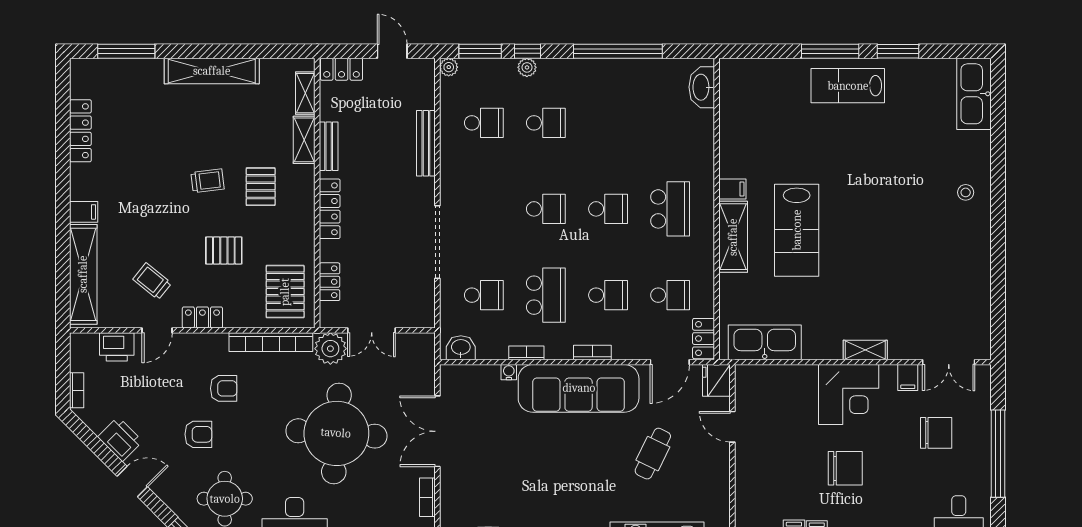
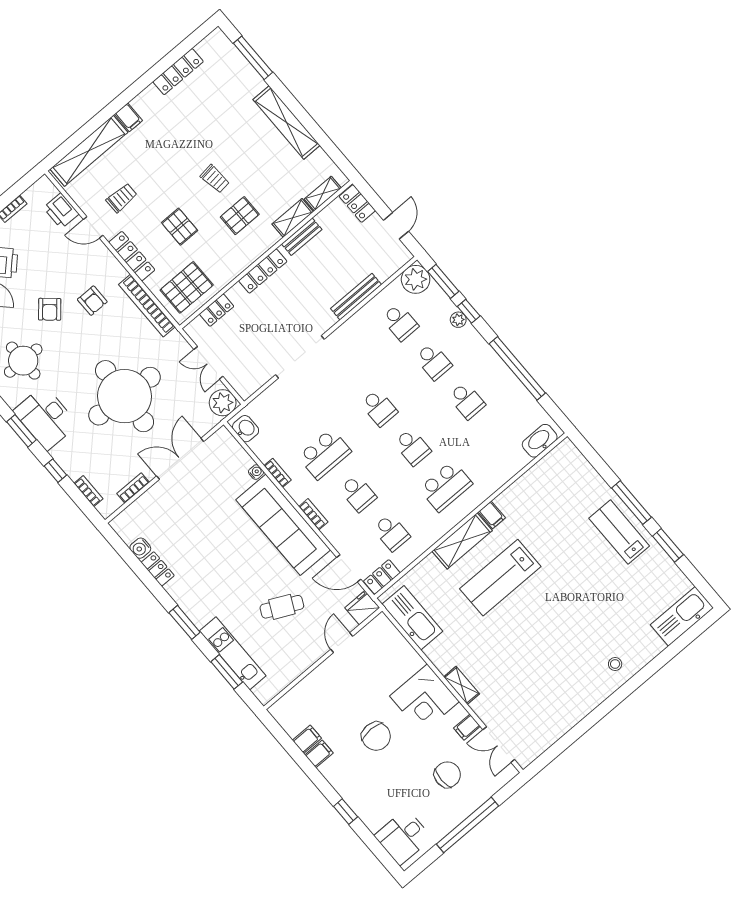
plant: (449, 67) -> (416, 279), width x1.87, depth x1.87
trolley: (152, 281) -> (122, 198), turned 51
school desk: (484, 295) -> (467, 401), moved
locker: (202, 317) -> (132, 256), width x1.53
plant: (330, 349) -> (223, 403), moved
chair: (936, 433) -> (447, 775), turned -90
armchair: (198, 434) -> (50, 309), turned 41

